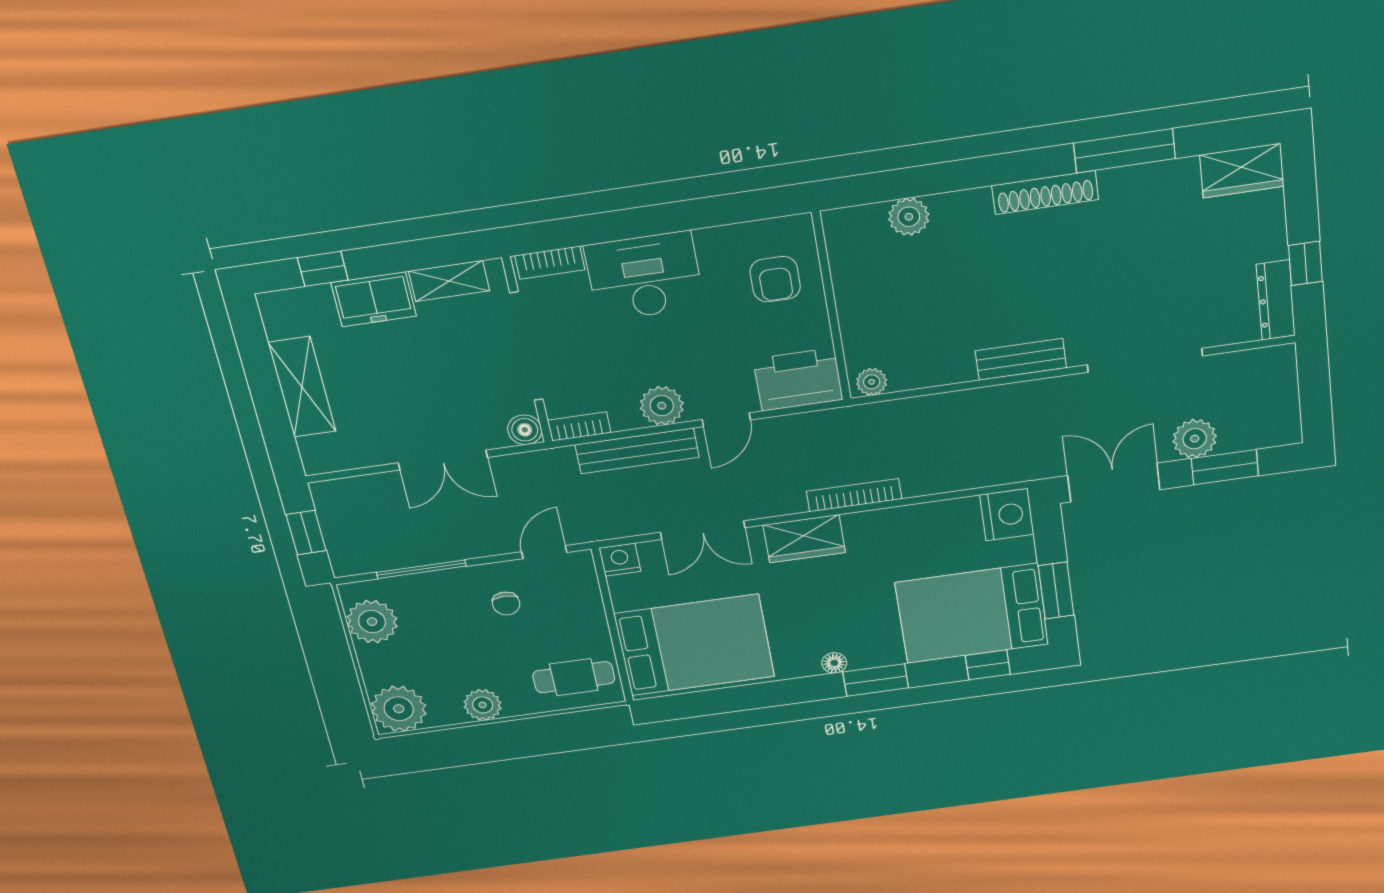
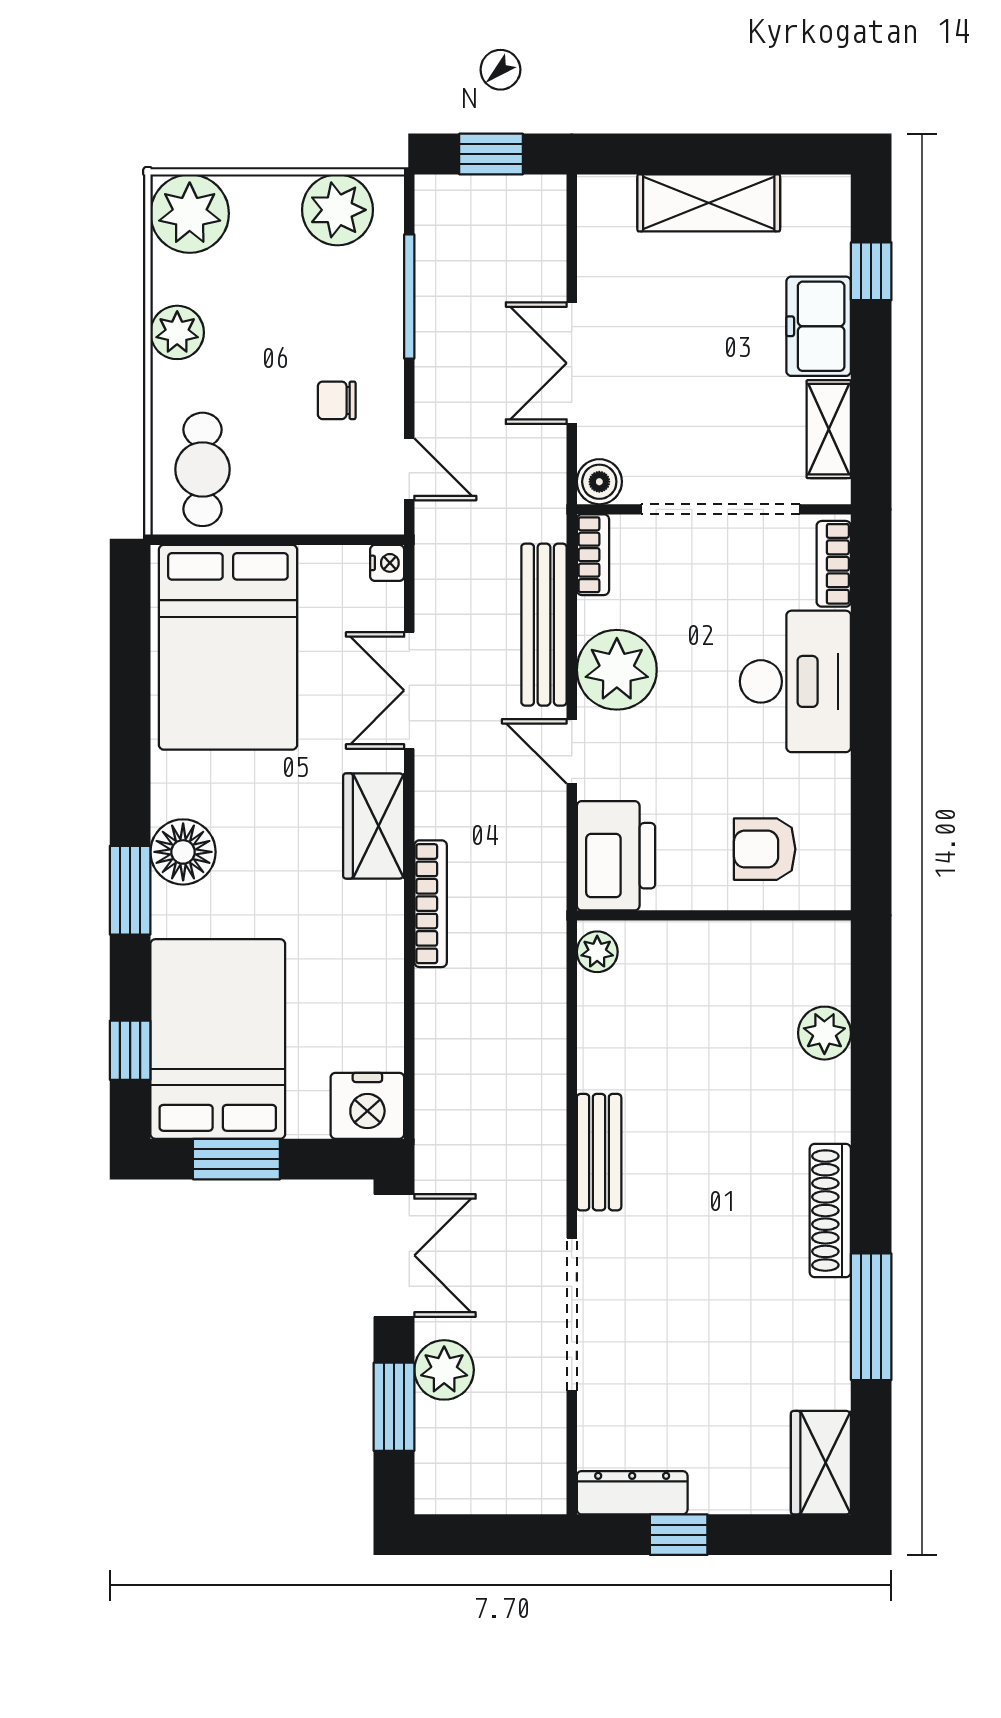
plant: (662, 406) -> (617, 670), width x1.36, depth x1.36
nightstand: (620, 560) -> (387, 563), width x0.72, depth x0.74
floor lamp: (834, 663) -> (183, 852), width x1.89, depth x1.89

